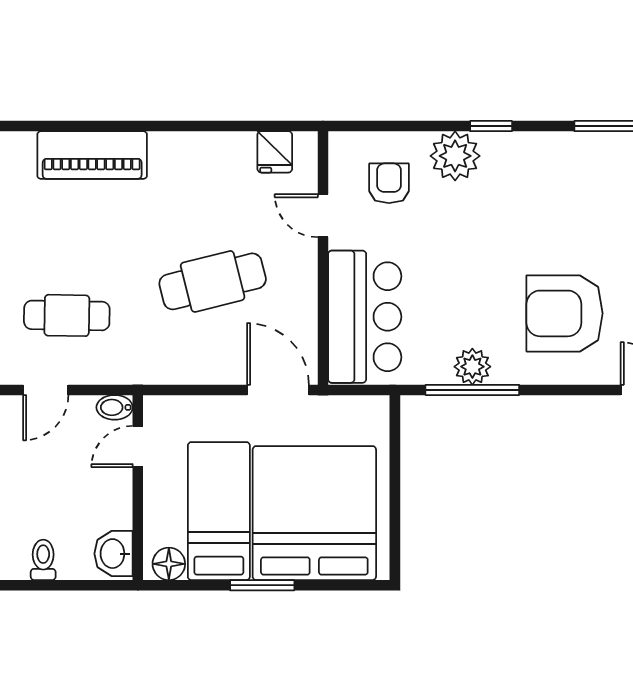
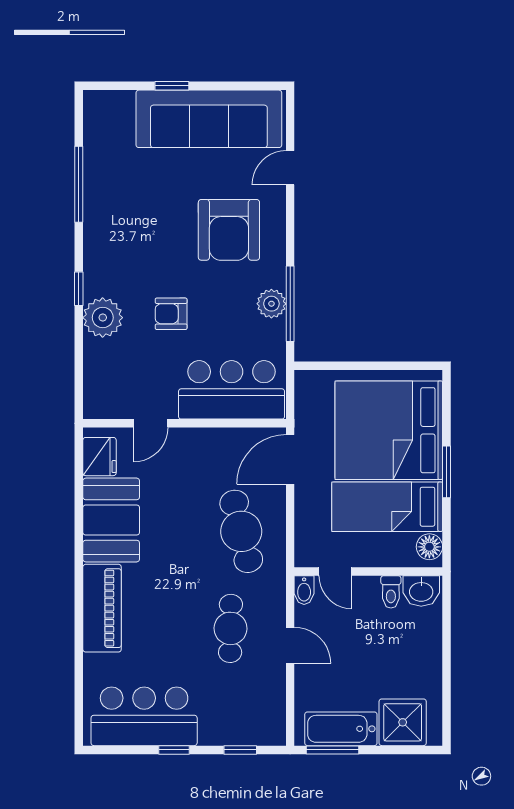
fridge: (275, 152) -> (99, 457), width x1.38
booth: (202, 166) -> (111, 520), added
armchair: (389, 183) -> (171, 314), moved
cafe table: (213, 281) -> (241, 531), moved
toilet: (43, 560) -> (391, 592), moved, turned -90

